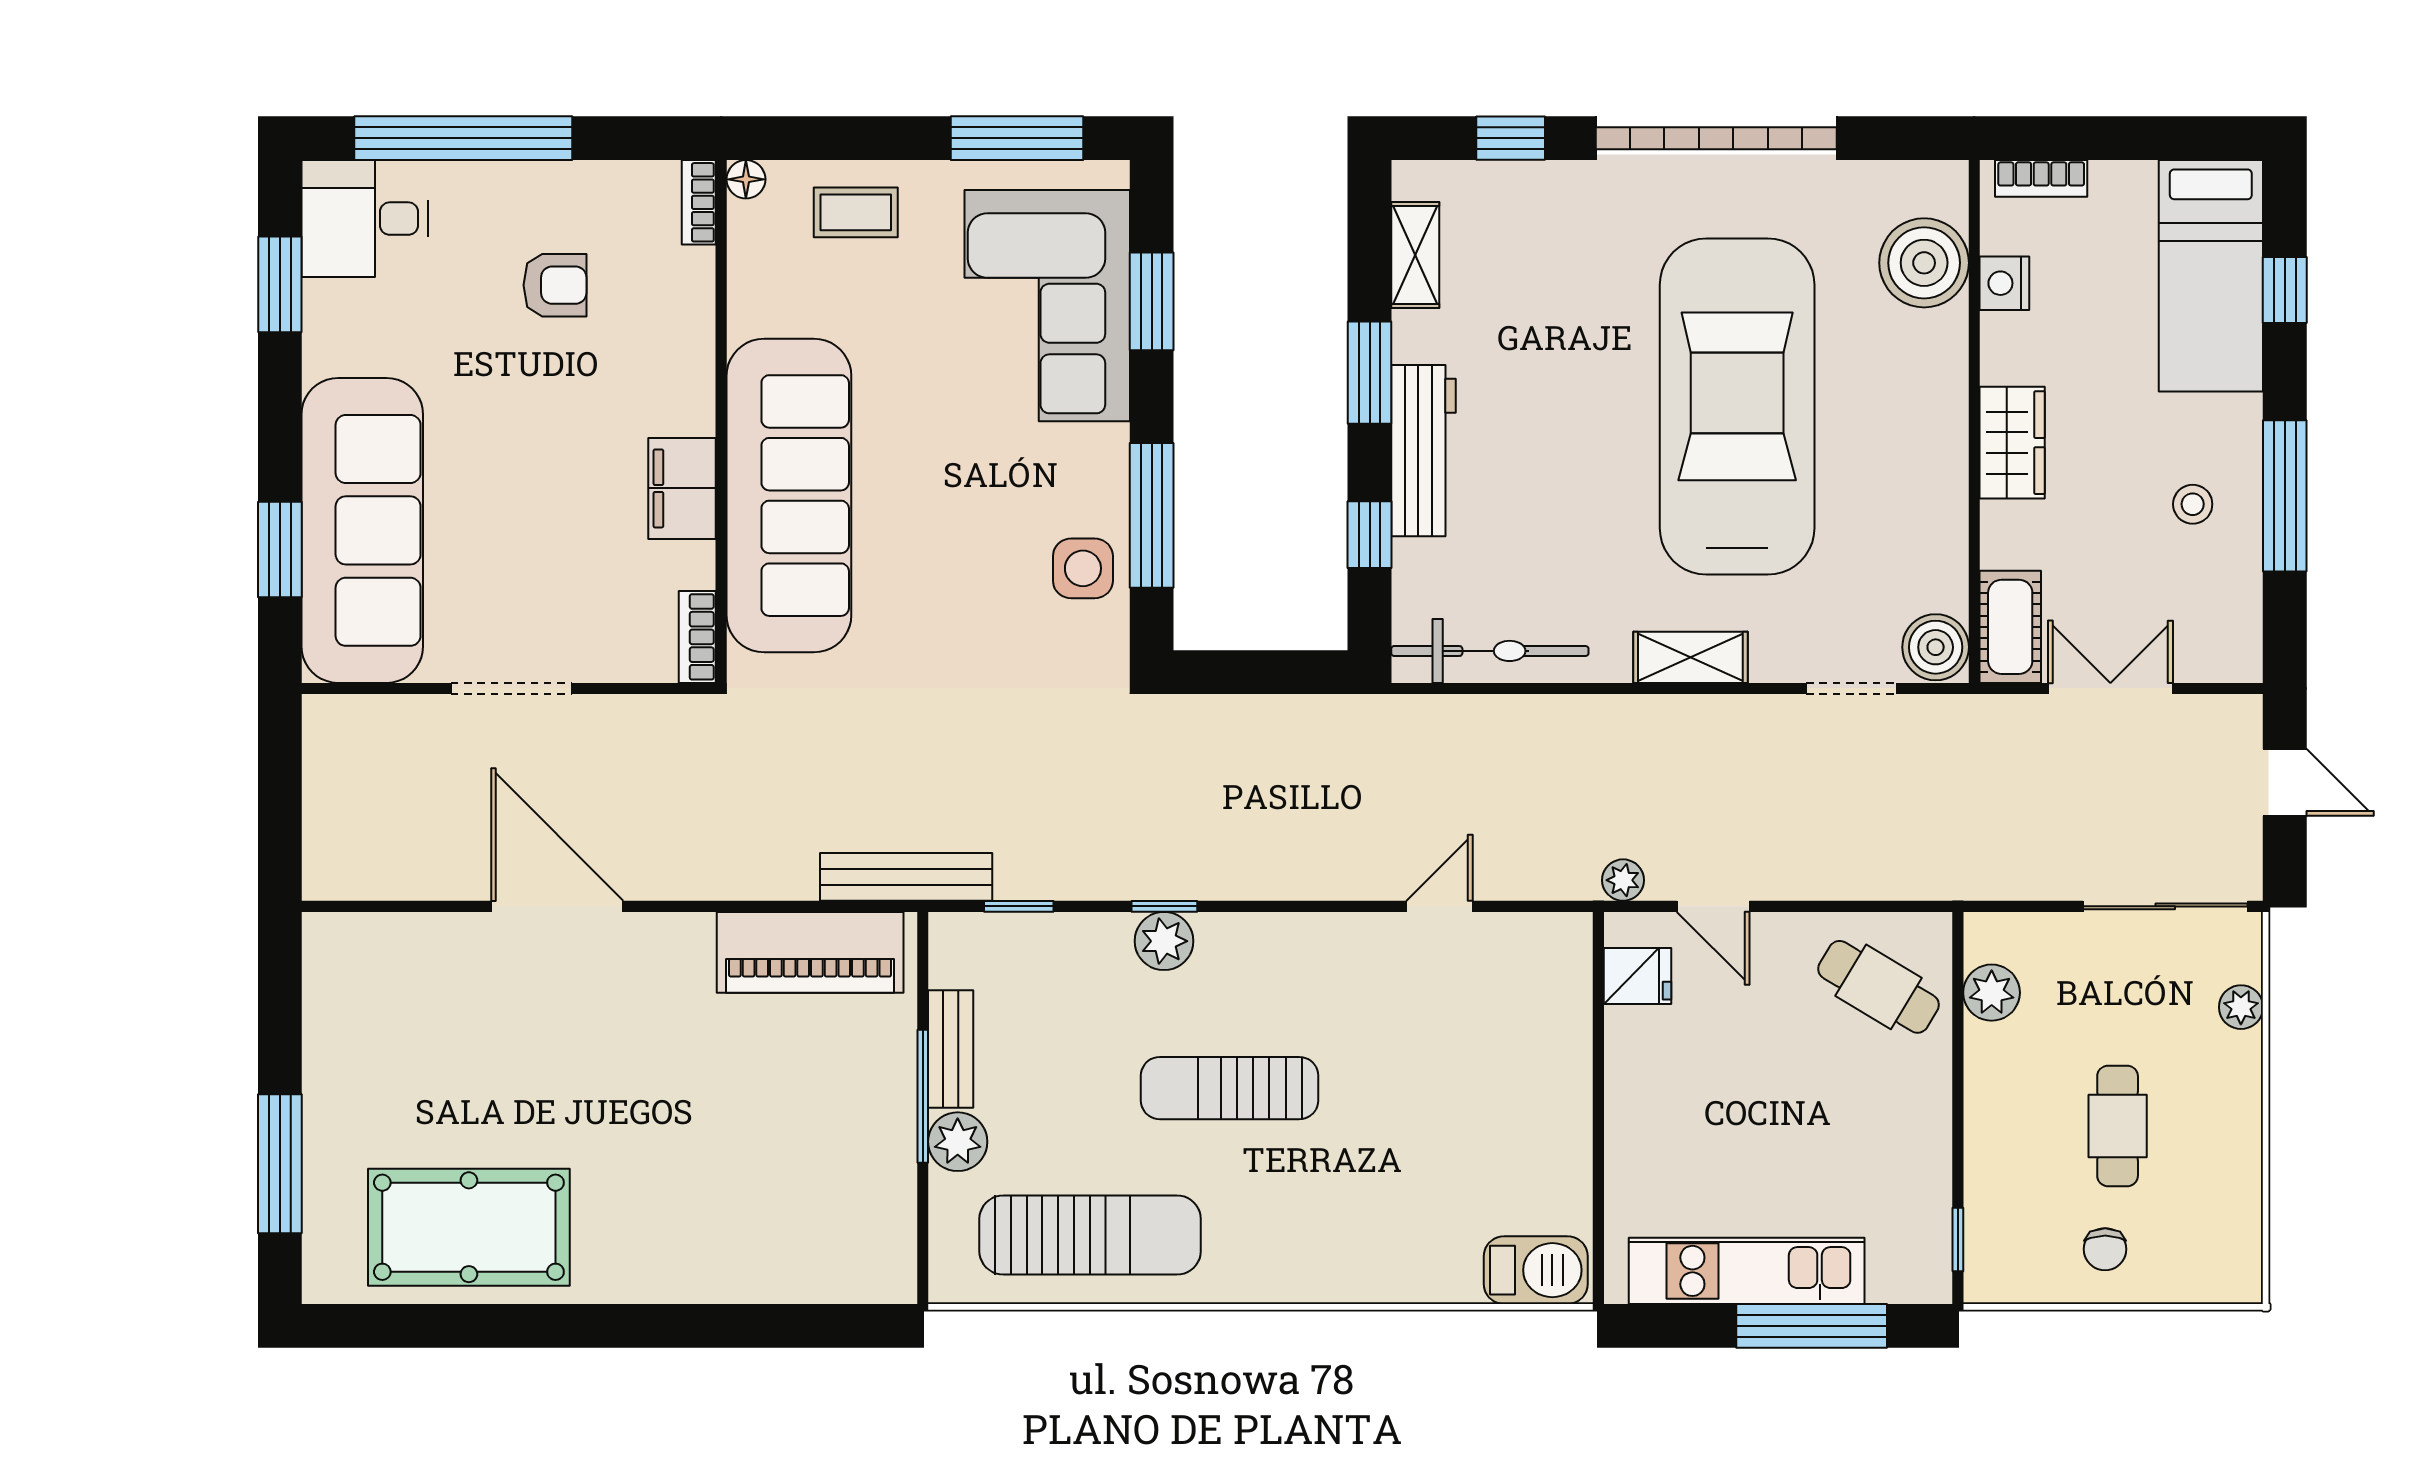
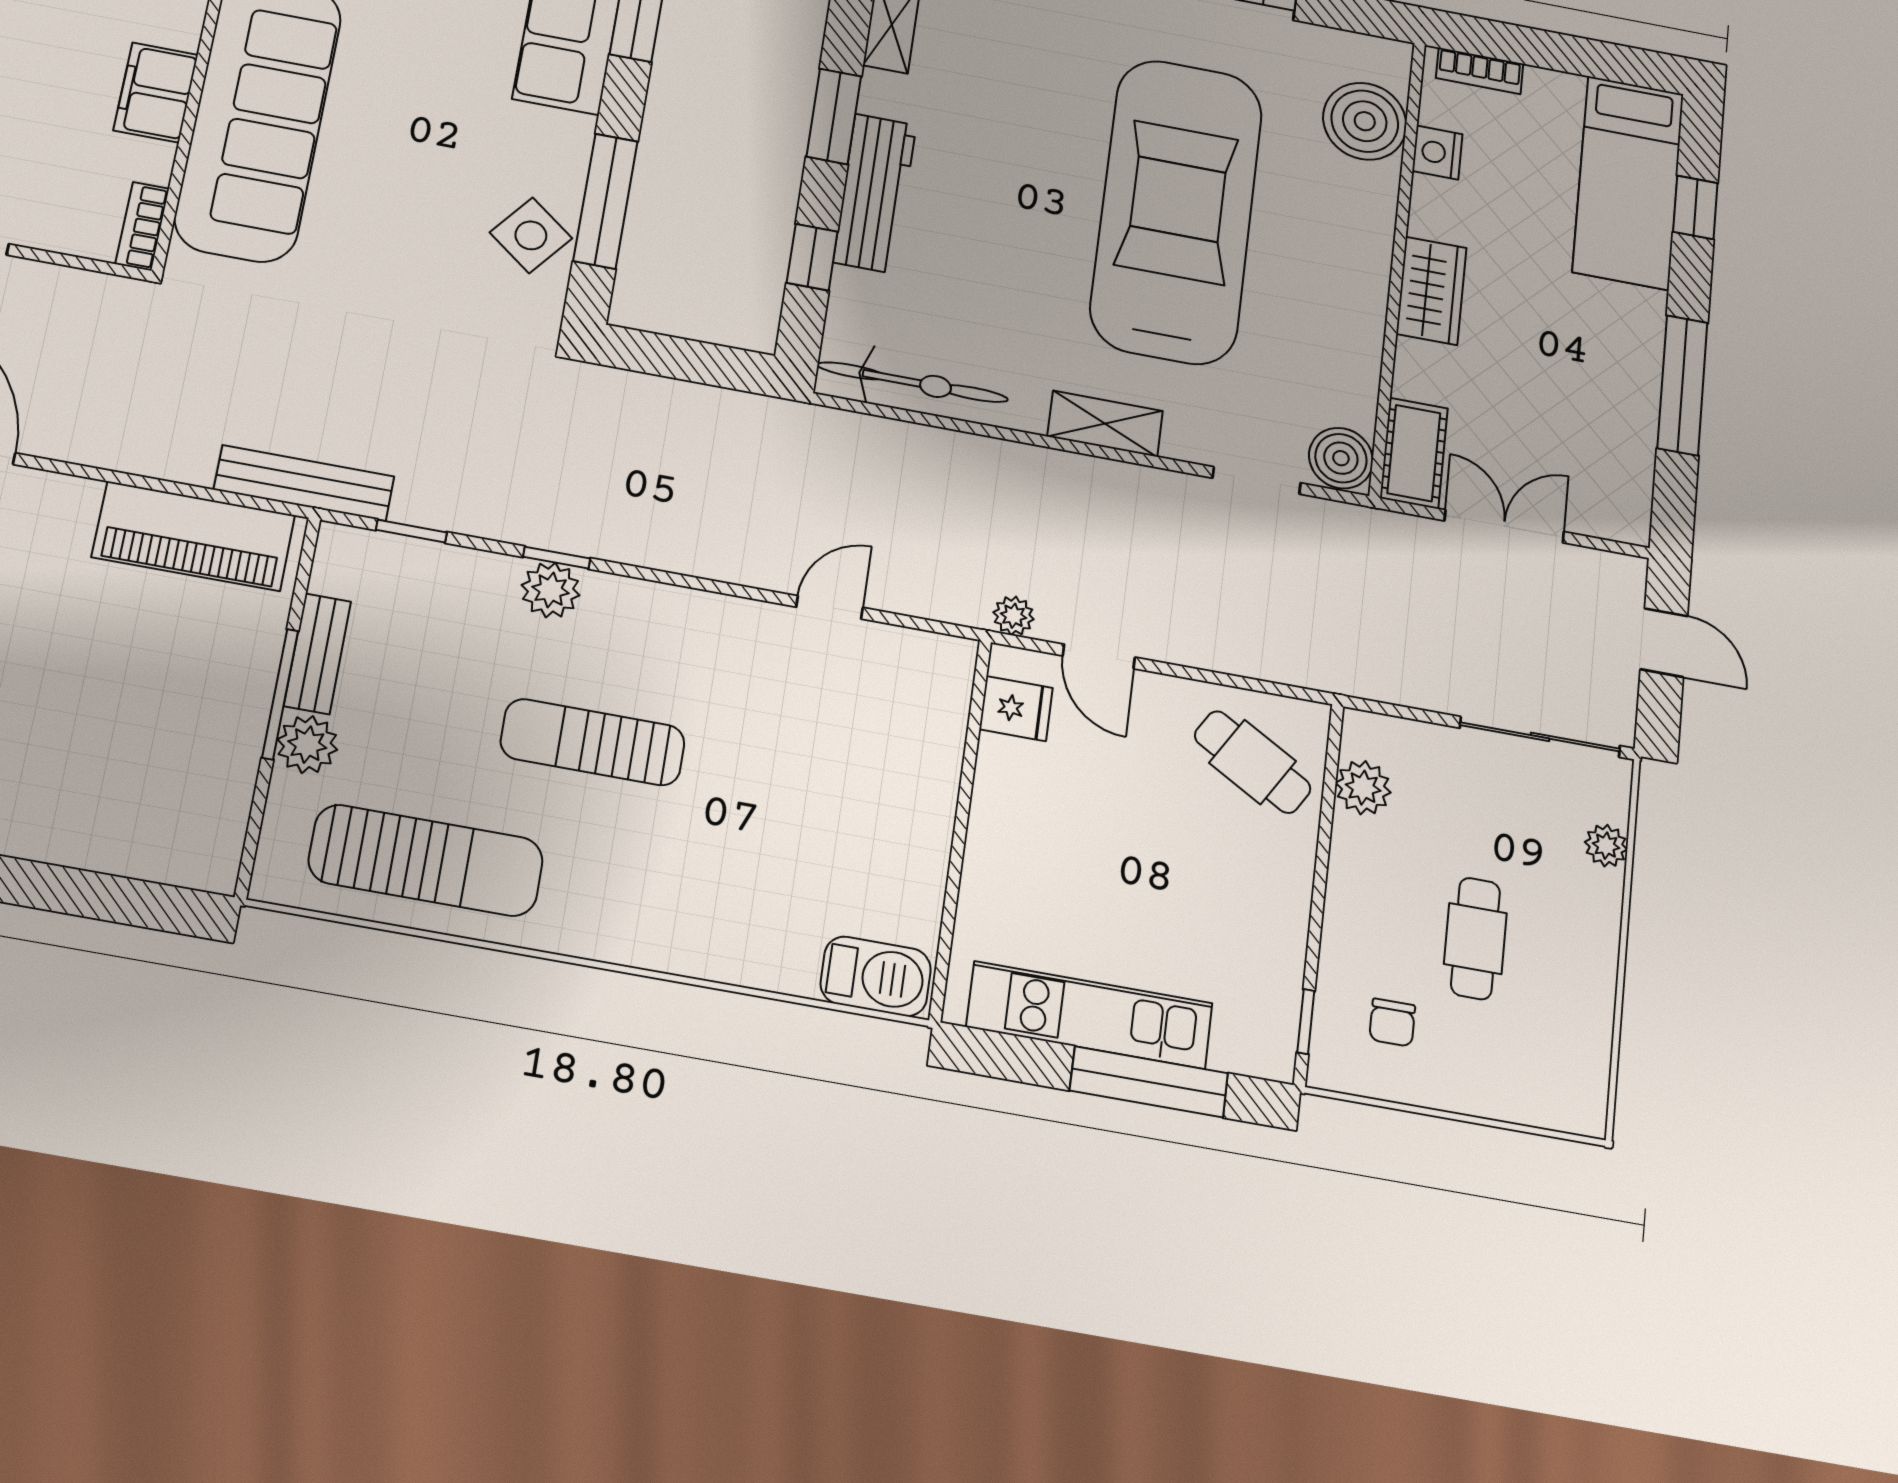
stool: (2193, 504) -> (1596, 376), removed
side table: (1083, 568) -> (531, 235), turned 38
chair: (2105, 1249) -> (1392, 1022), moved

